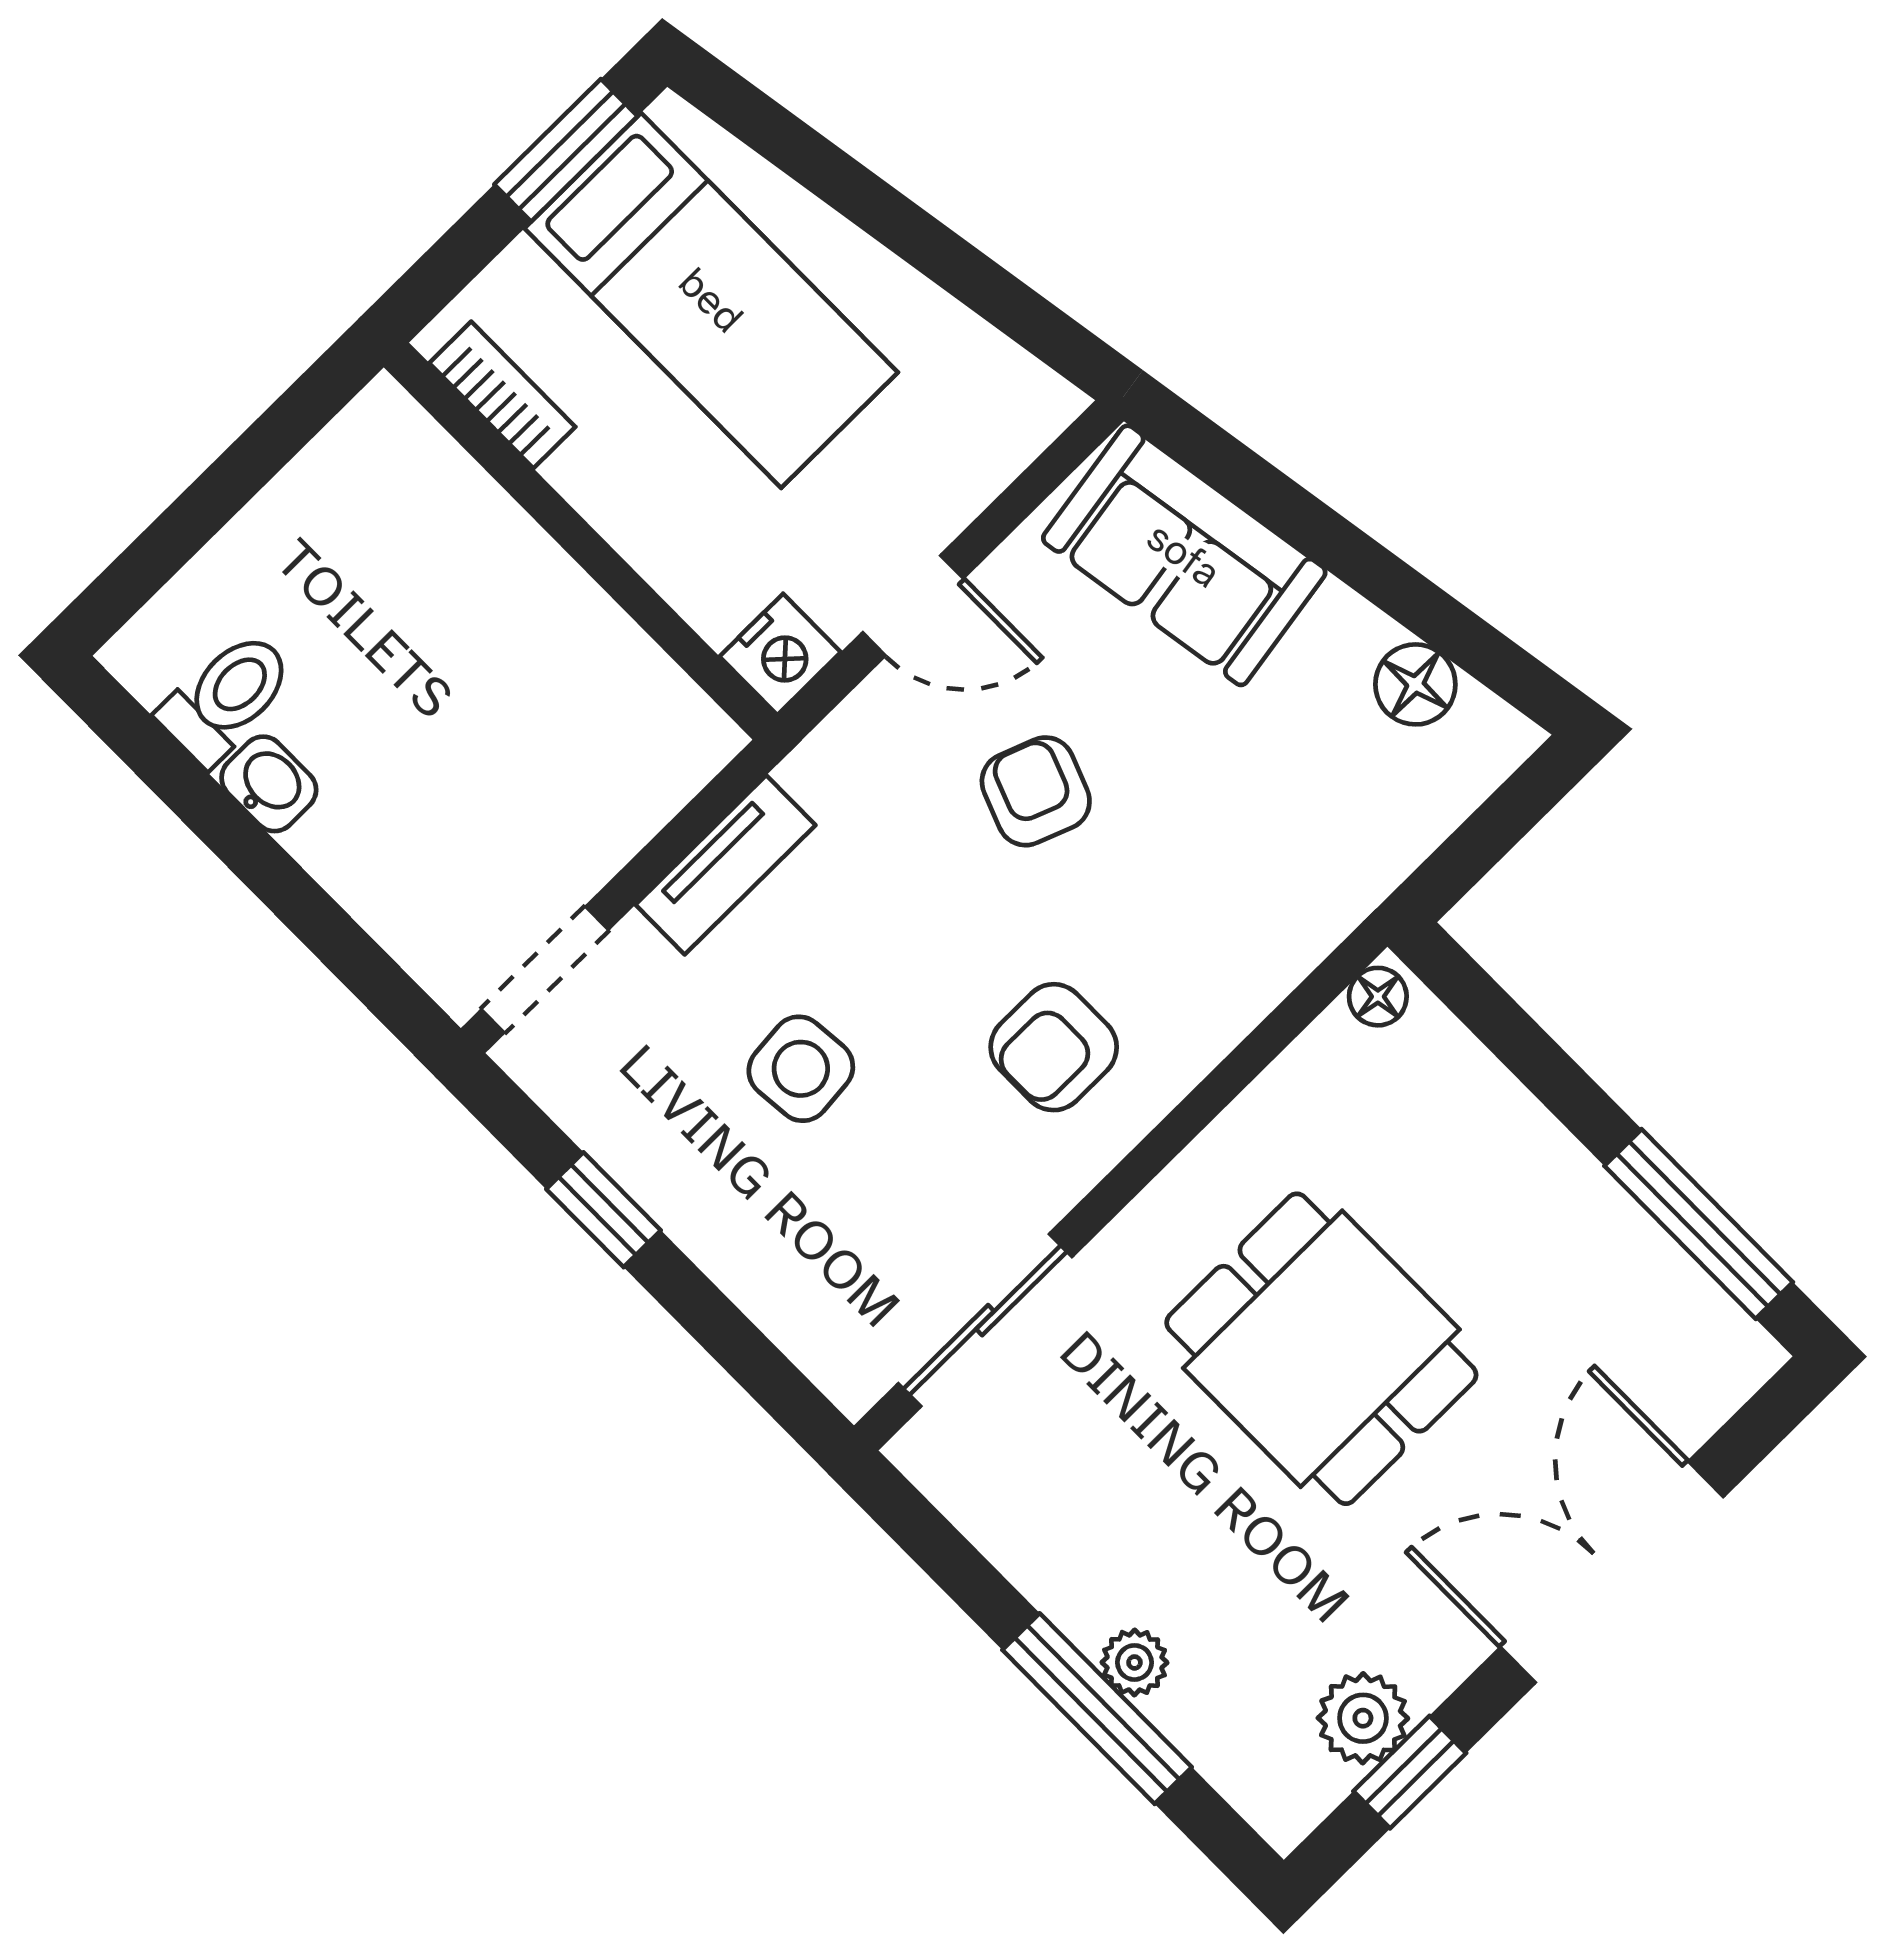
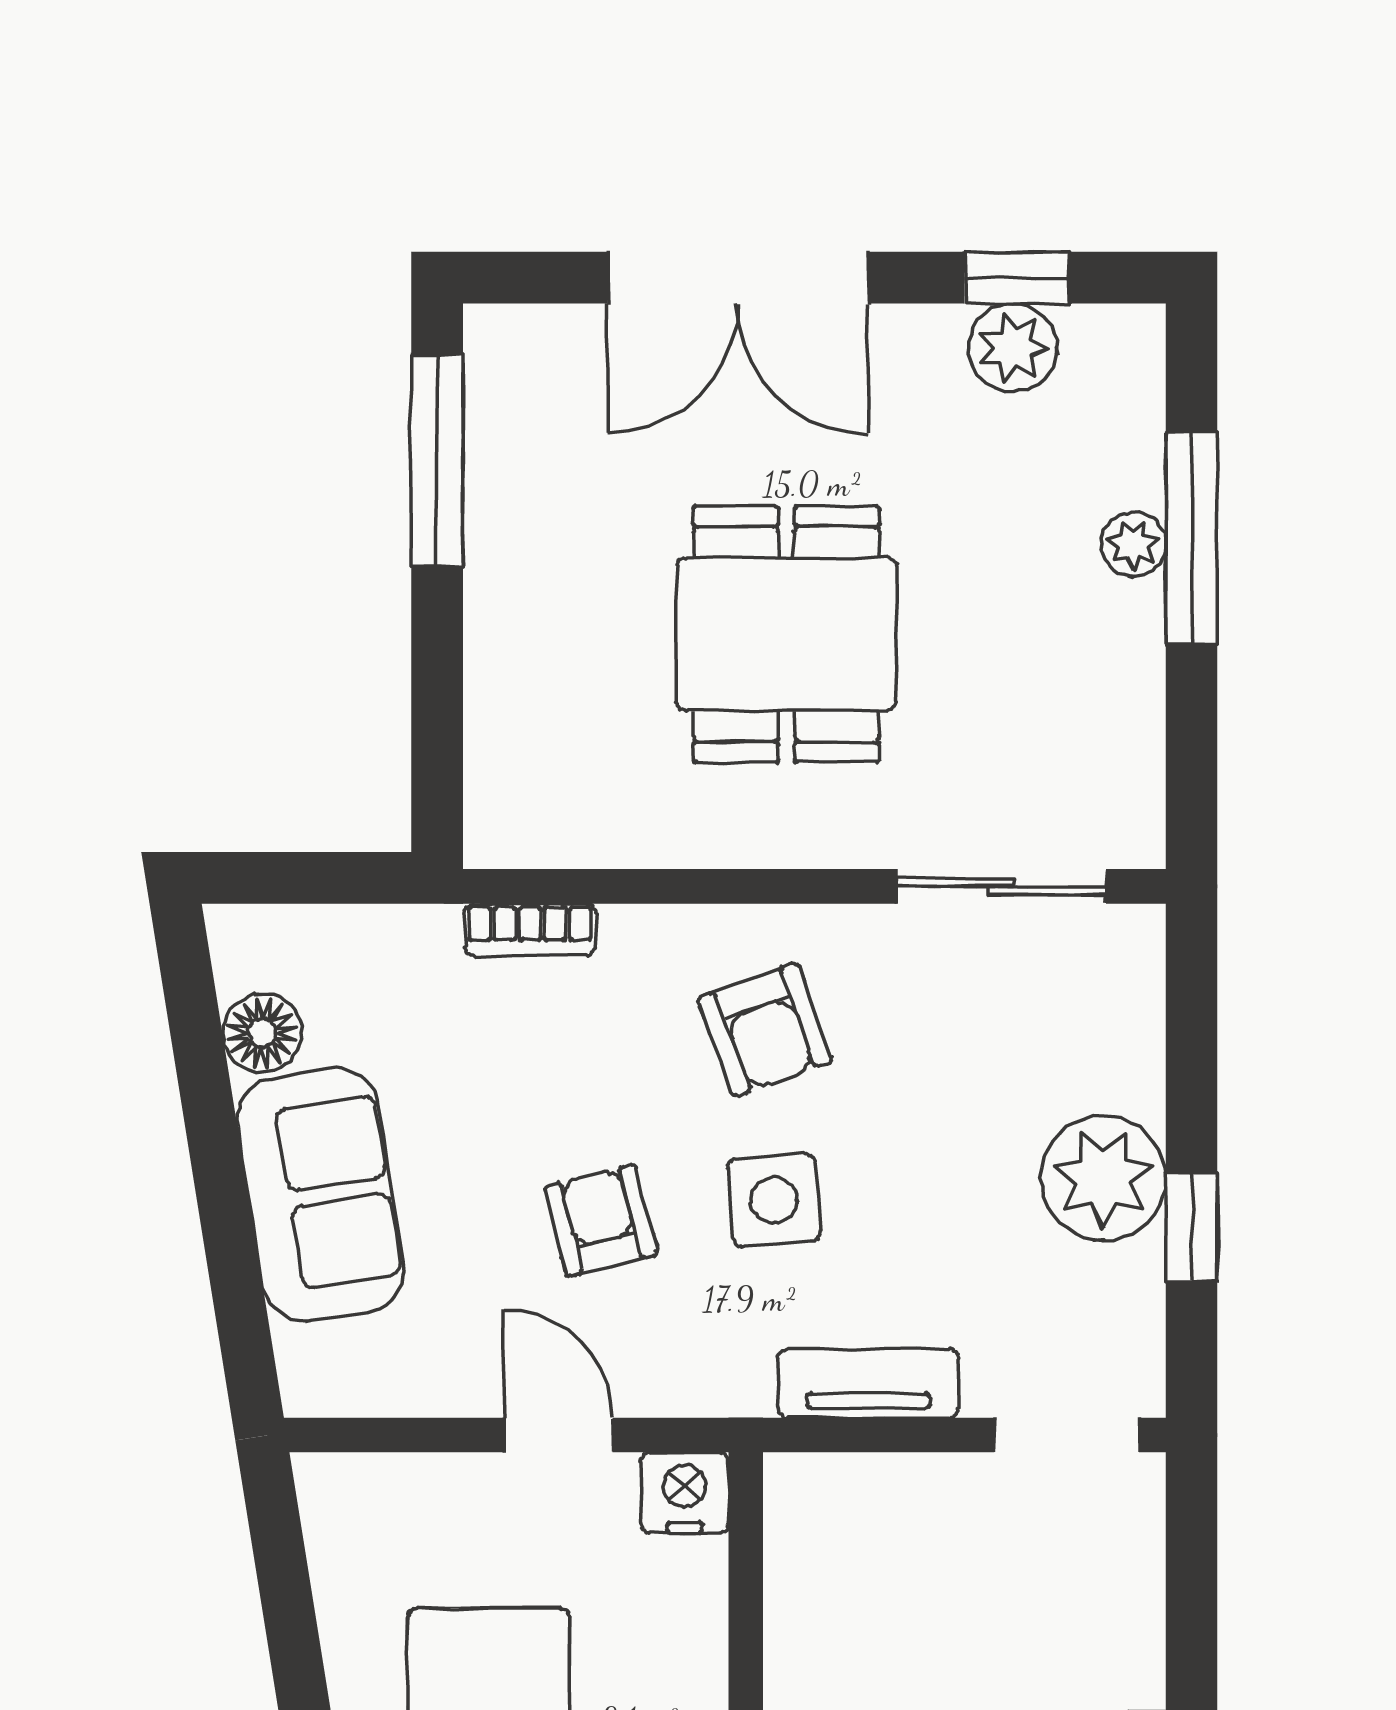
sofa: (1184, 555) -> (320, 1195), moved
armchair: (1036, 791) -> (601, 1221), turned 145
bookcase: (1295, 951) -> (530, 930), added
floor lamp: (1378, 997) -> (504, 841), removed
armchair: (1054, 1047) -> (765, 1030), turned 70
side table: (801, 1069) -> (774, 1200), moved
plant: (703, 1182) -> (1103, 1178), added

